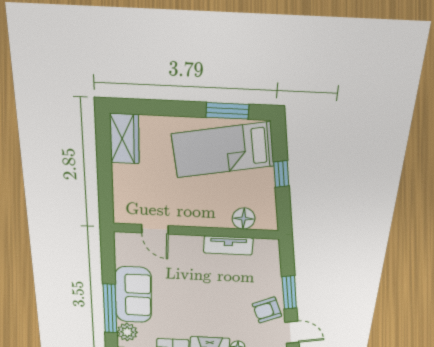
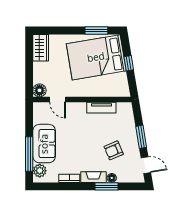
bed: (223, 150) -> (96, 57), width x1.50
floor lamp: (244, 219) -> (39, 90), moved
armchair: (267, 310) -> (114, 150), moved

